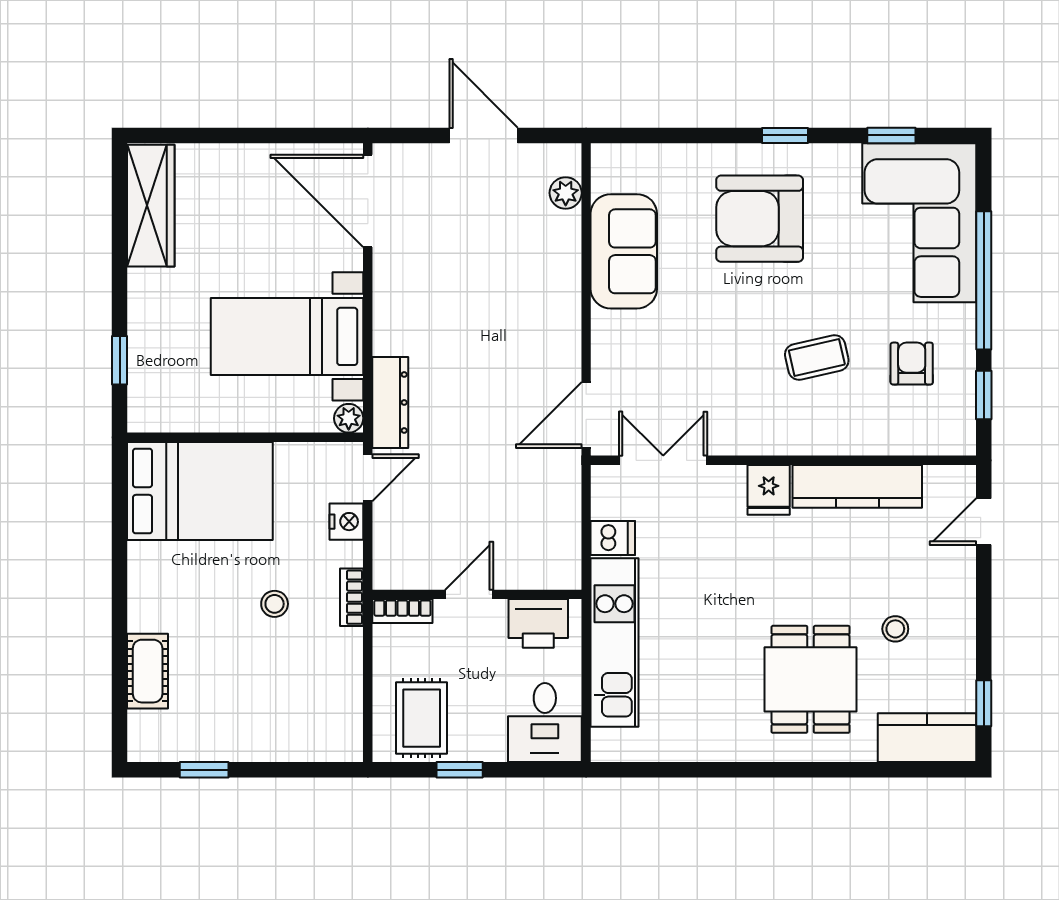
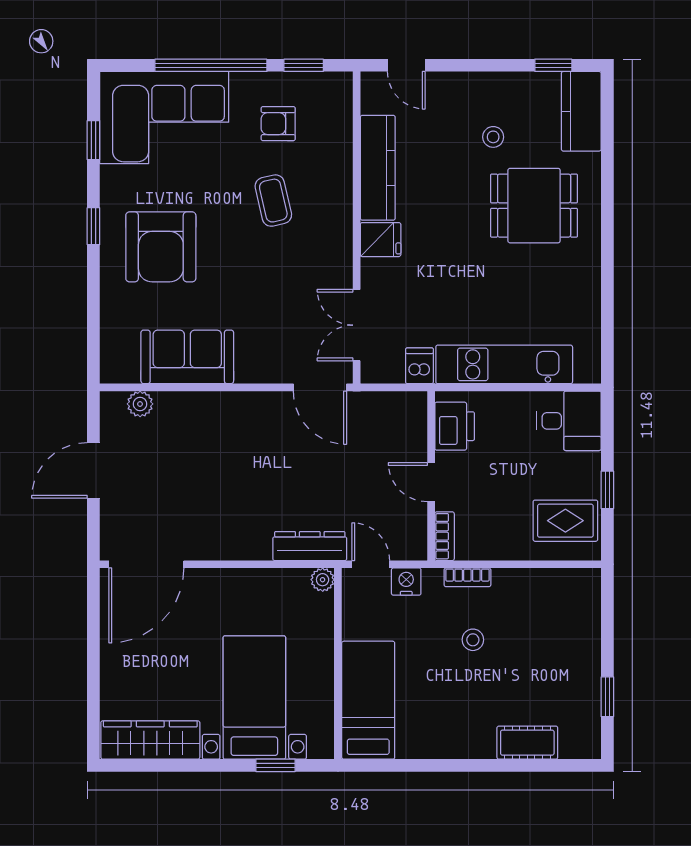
bed with nightstands: (287, 336) -> (254, 697), moved, turned 180
bed: (200, 491) -> (368, 700), width x0.67
door: (469, 594) -> (431, 482), moved
wall: (477, 594) -> (431, 476), moved
bookcase: (402, 611) -> (445, 536), moved
printer: (538, 623) -> (455, 426), moved

